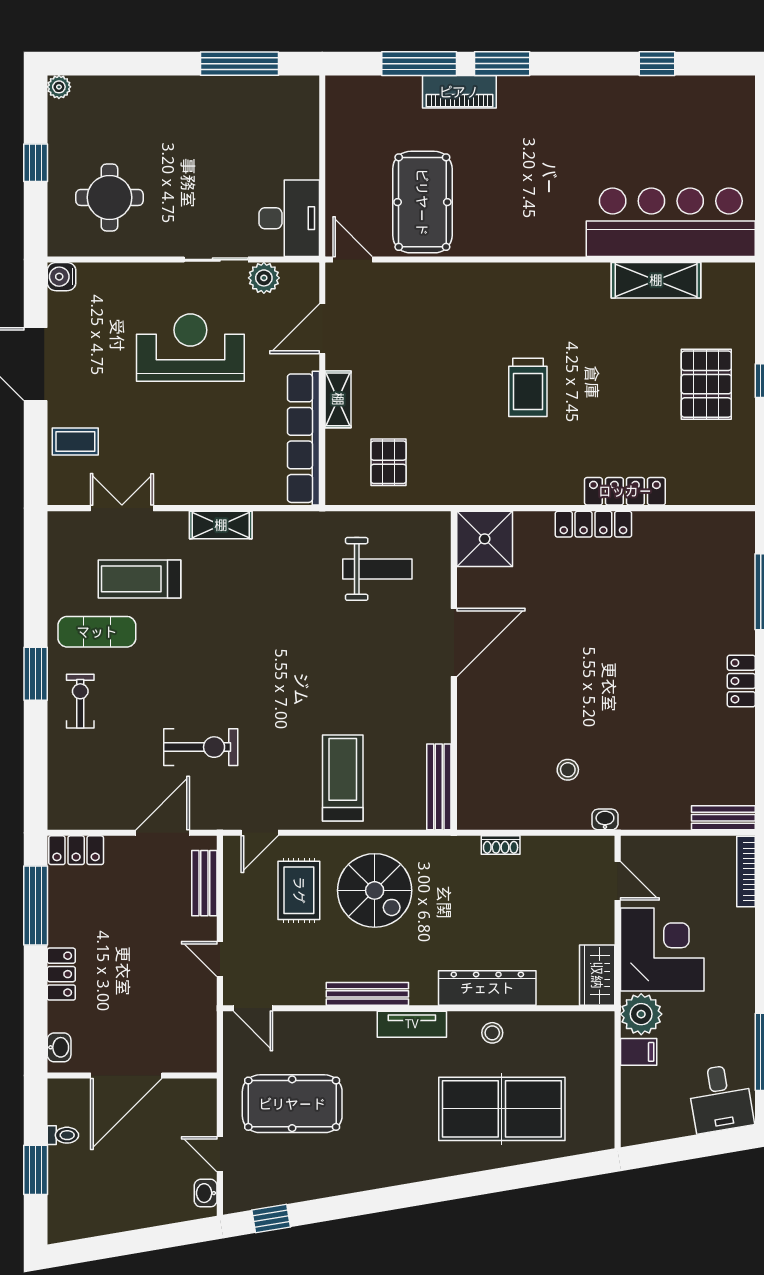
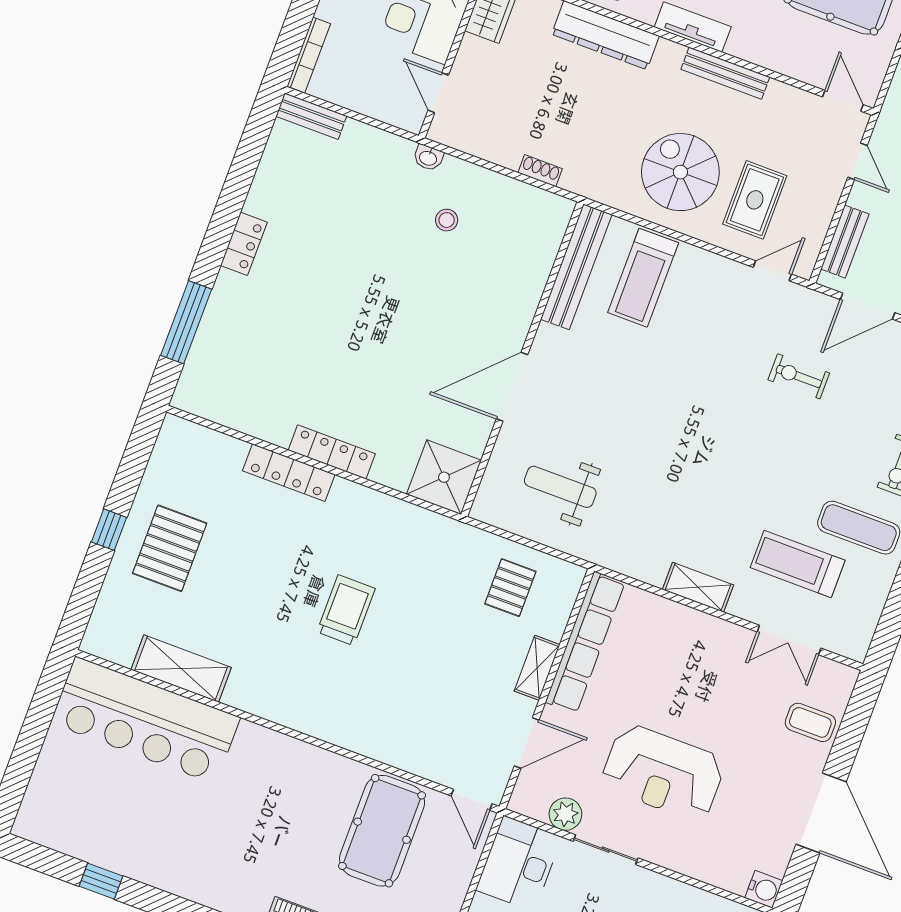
treadmill: (139, 579) -> (798, 564), turned 180
exercise bike: (201, 747) -> (799, 376), width x0.73, depth x0.72
treadmill: (343, 778) -> (643, 278), moved
bench: (439, 787) -> (576, 267), width x1.37, depth x1.21

